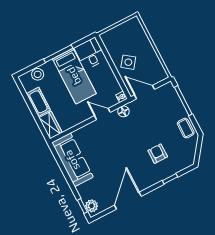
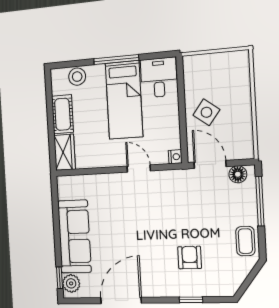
floor lamp: (123, 111) -> (238, 174), moved
sofa: (72, 160) -> (74, 237), moved

